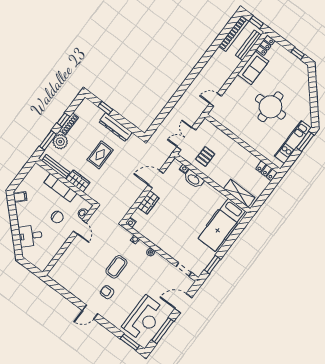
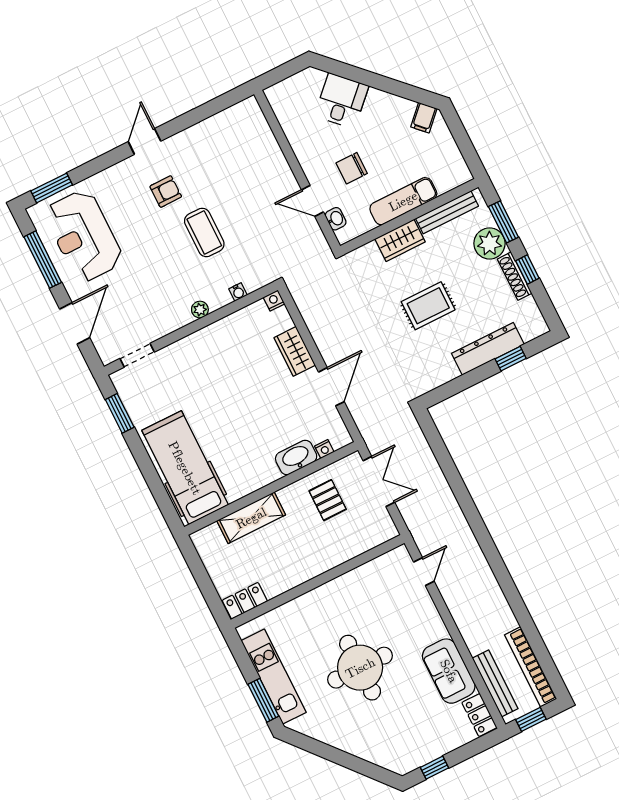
dresser: (116, 127) -> (488, 349), moved
rug: (100, 155) -> (428, 306), turned 90
shelving: (239, 193) -> (251, 518), moved

